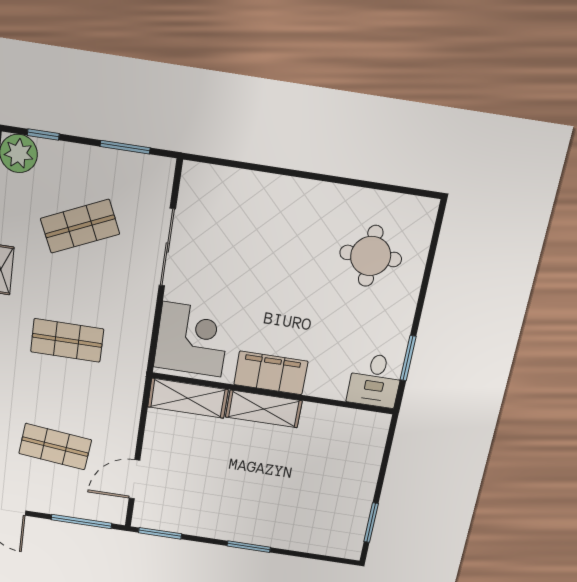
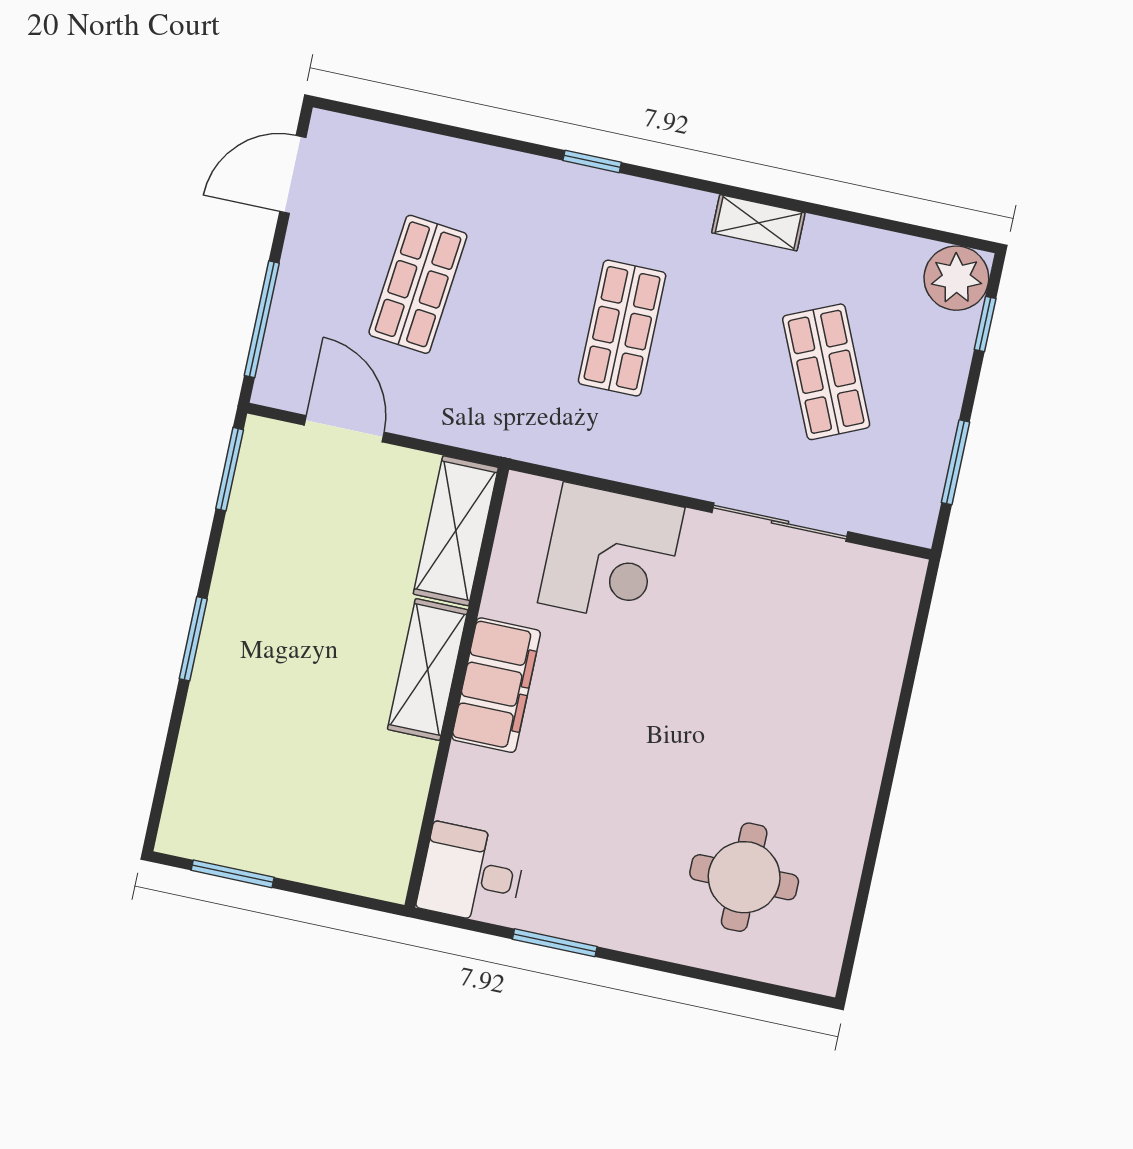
filing cabinet: (271, 373) -> (496, 685), moved
desk: (375, 380) -> (472, 874), moved
wall: (273, 393) -> (457, 687), moved
shelving: (188, 398) -> (456, 531), moved
shelving: (264, 409) -> (428, 670), moved

